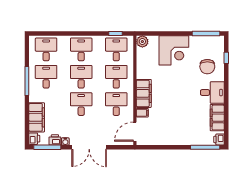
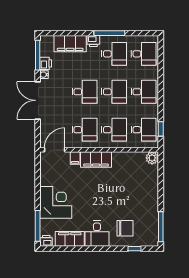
corner desk: (174, 50) -> (56, 202), moved, turned 180
chair: (207, 67) -> (125, 228), turned 180
door: (135, 132) -> (55, 150), hinge flipped
printer: (34, 139) -> (93, 41), moved

